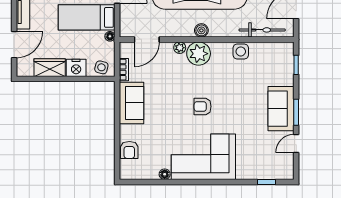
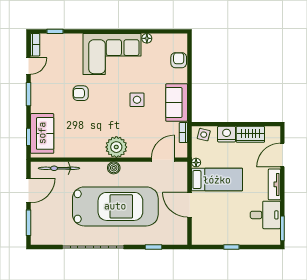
plant: (180, 48) -> (133, 152), removed
side table: (241, 51) -> (137, 100), moved
armchair: (203, 106) -> (81, 93), moved, turned 180
sofa: (281, 109) -> (42, 133), moved
bookcase: (289, 167) -> (35, 45), added

